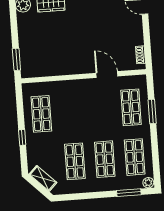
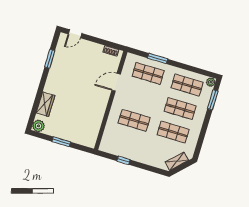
window: (16, 59) -> (61, 142), moved
shop shelf: (41, 114) -> (134, 120), moved
window: (22, 138) -> (123, 160), moved

